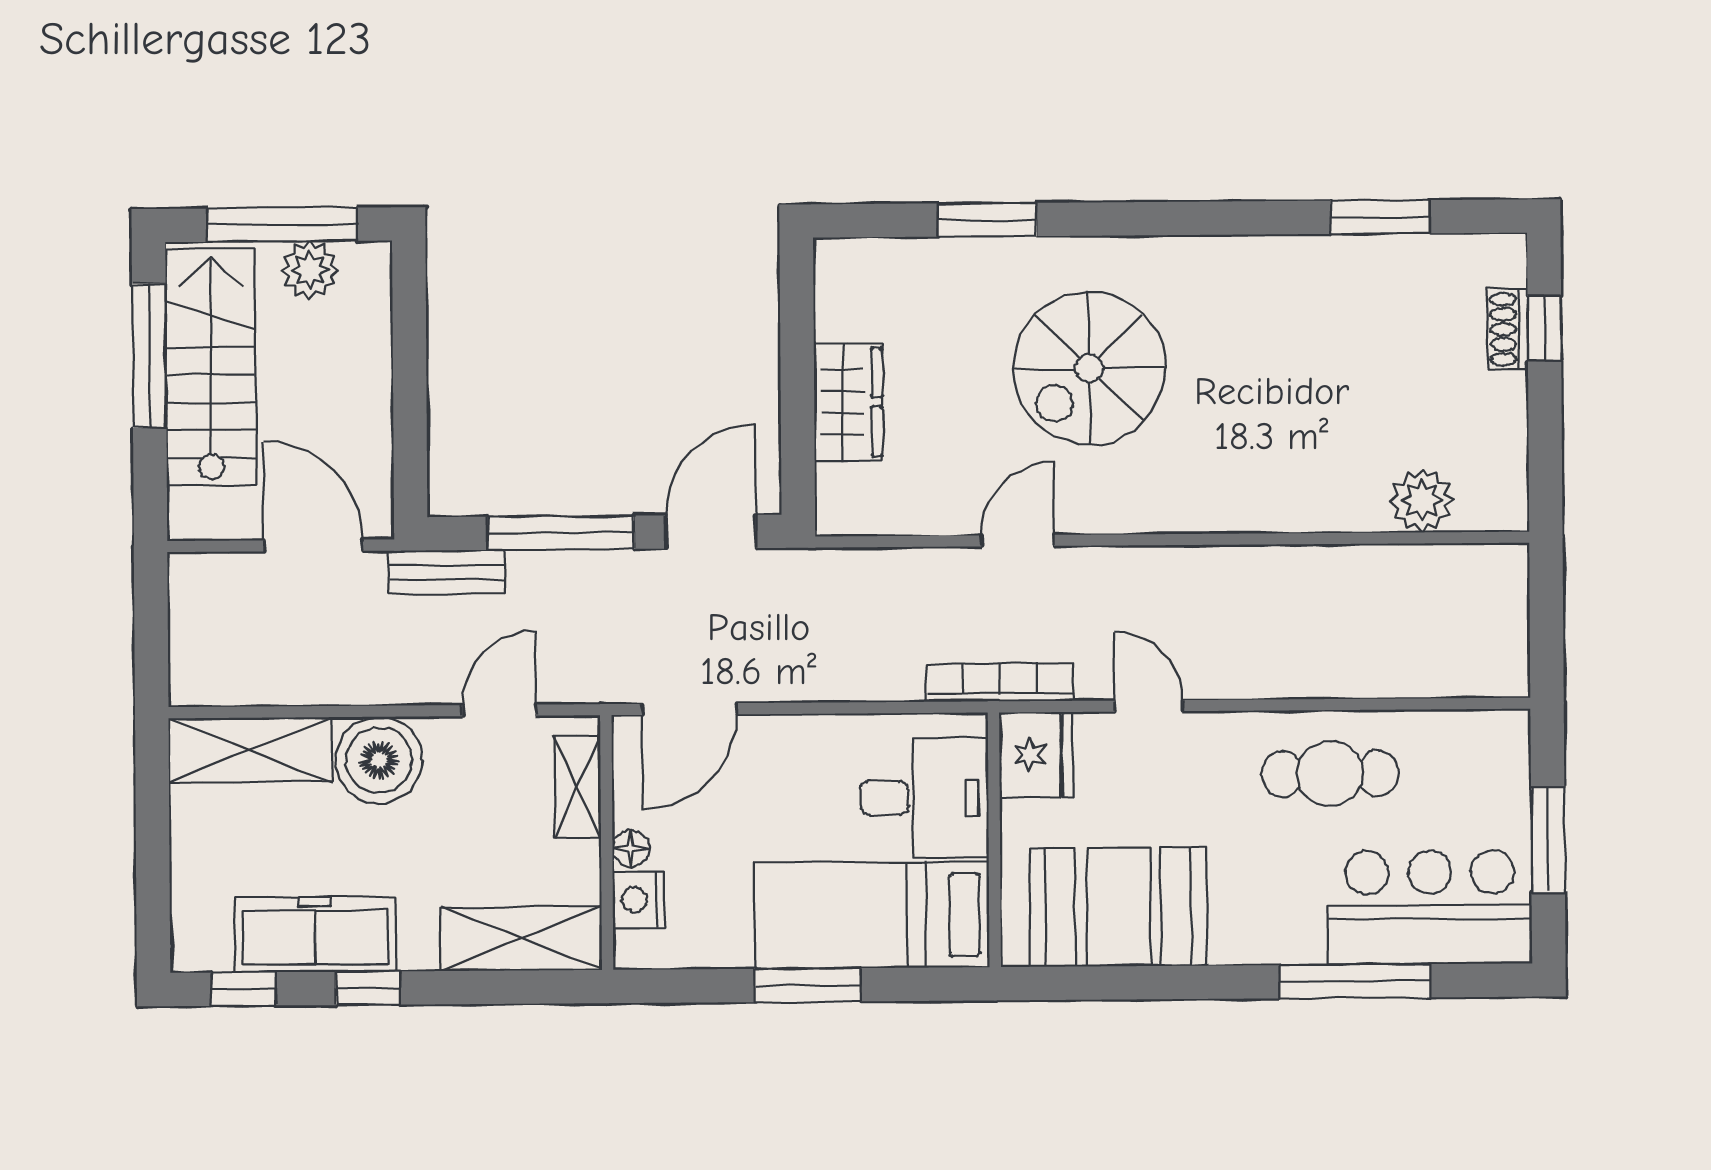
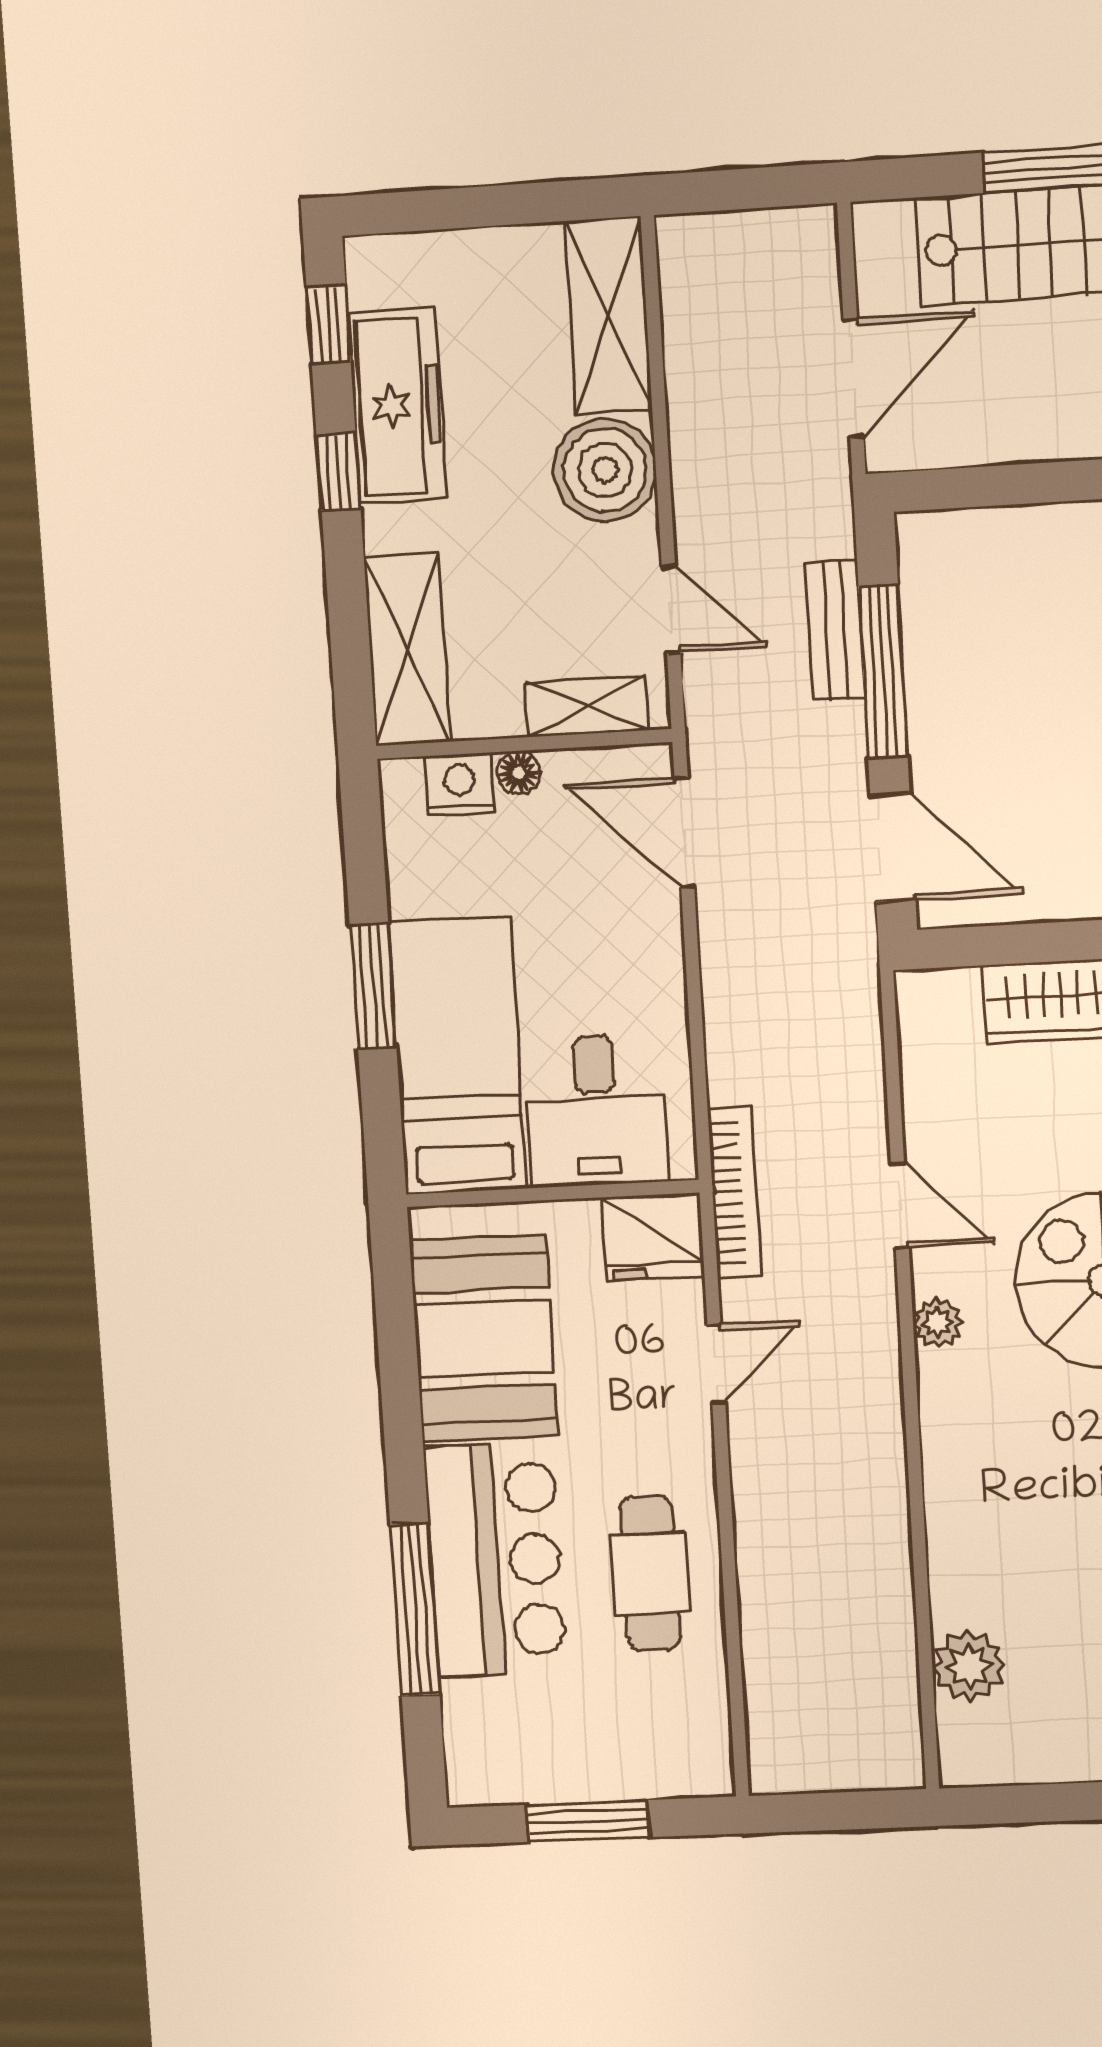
plant: (1121, 513) -> (938, 1323), added
bench: (446, 572) -> (835, 630), moved
bar counter: (1430, 907) -> (495, 1560), moved

